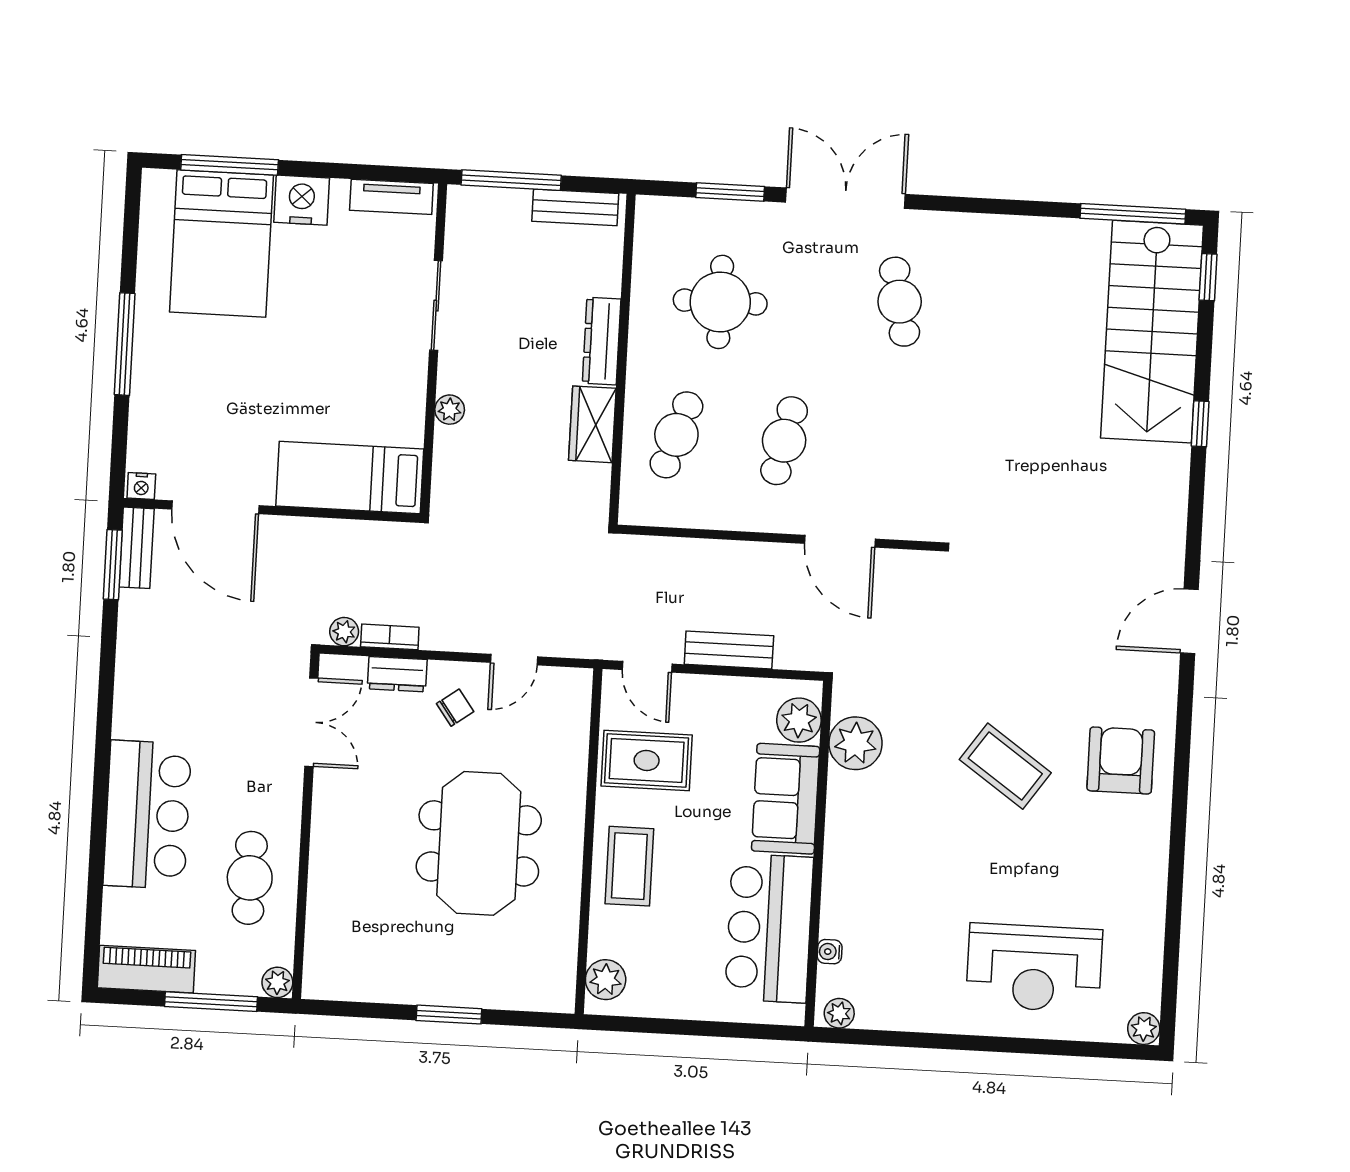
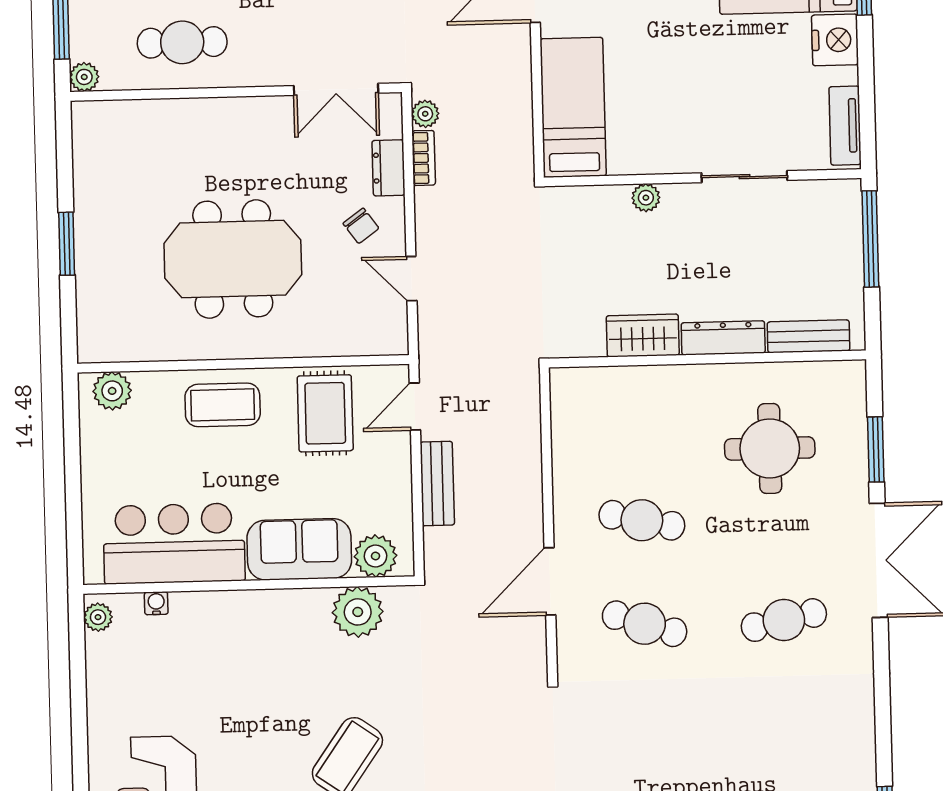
bench: (575, 207) -> (809, 336), moved, turned 90
cafe table: (676, 435) -> (645, 624), moved

